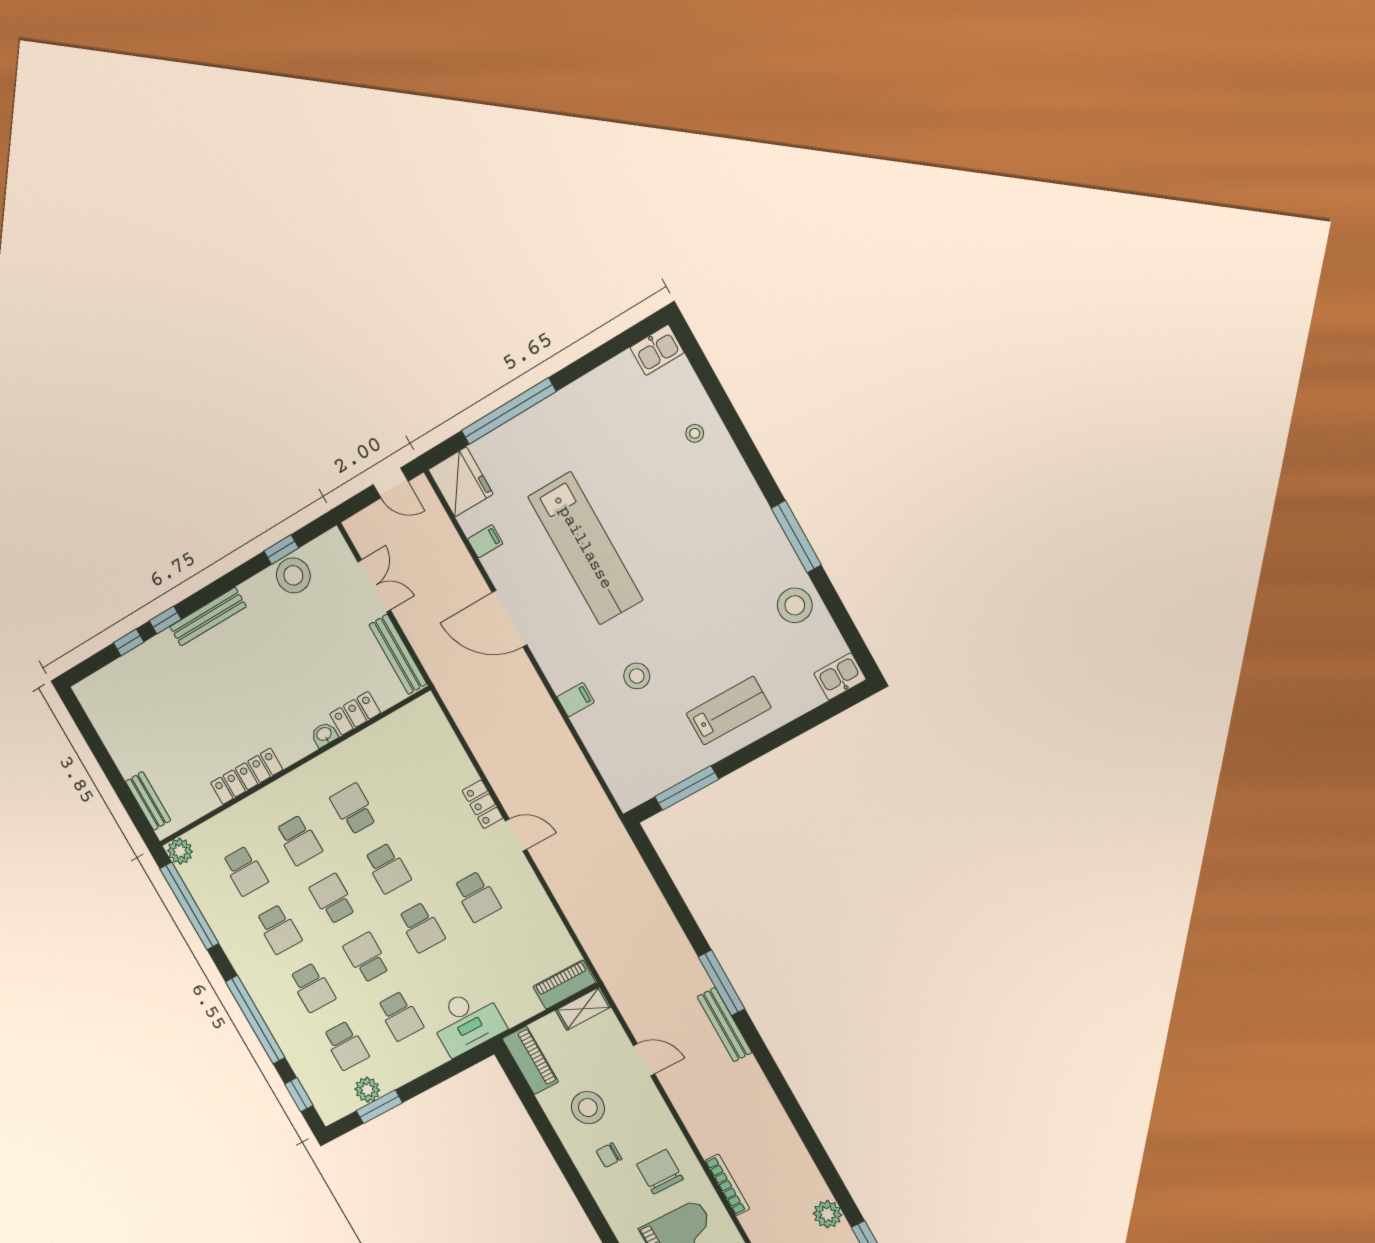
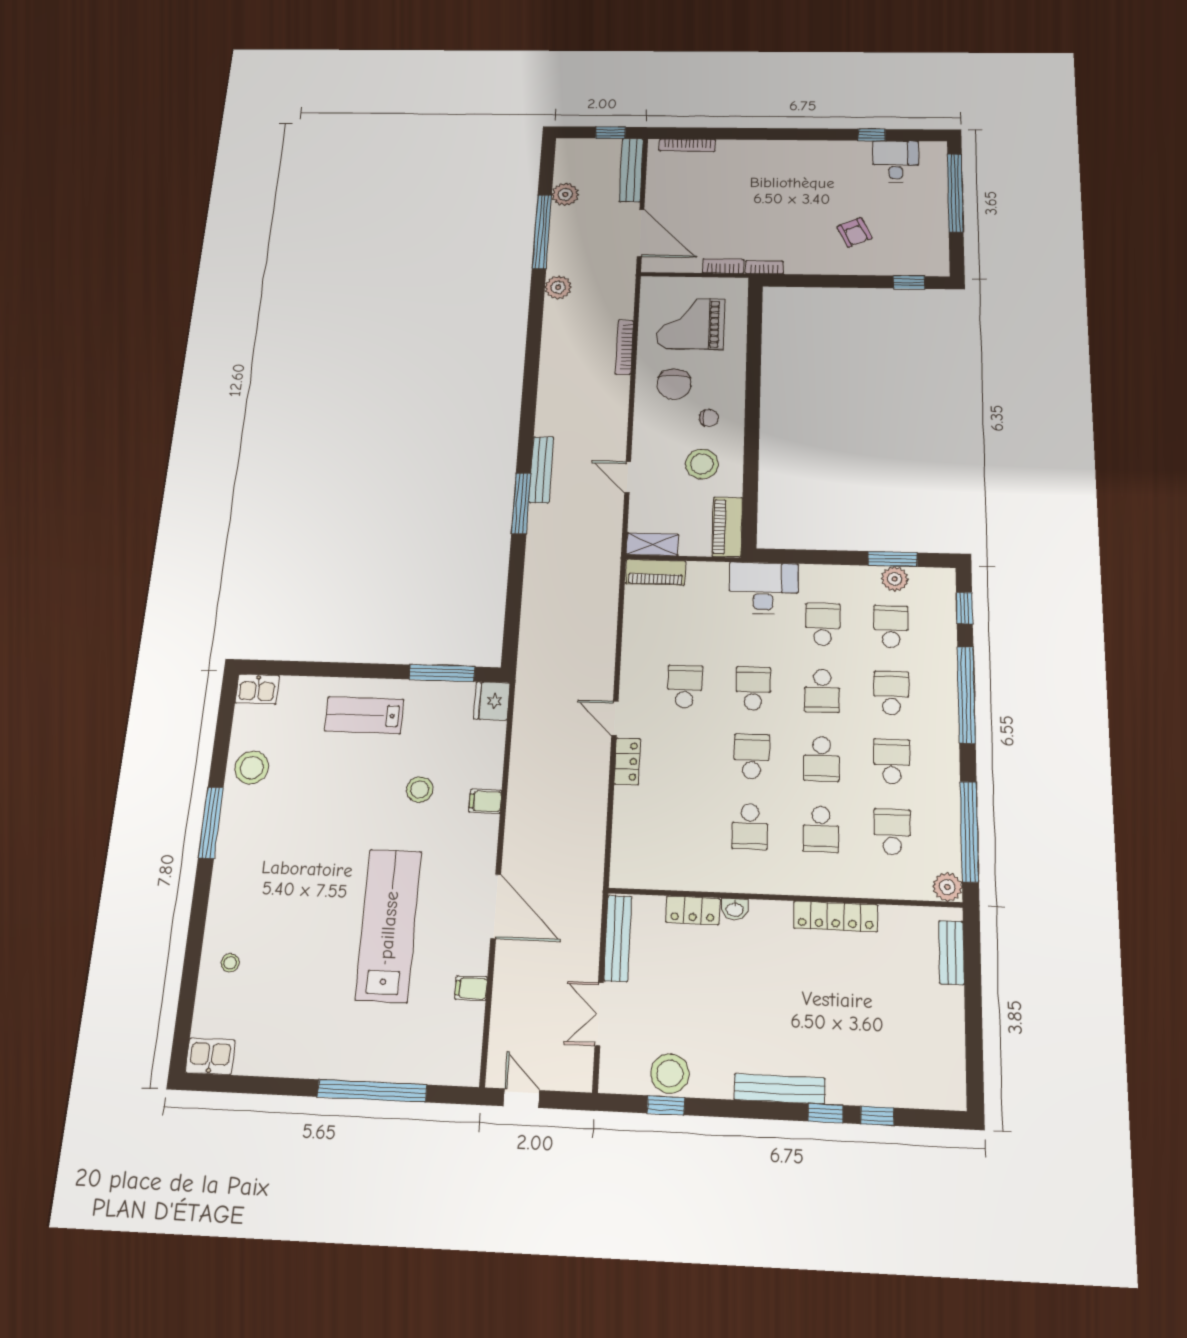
fridge: (461, 482) -> (492, 701), moved, width x0.73, depth x0.75
school desk: (299, 840) -> (821, 829), turned 180

